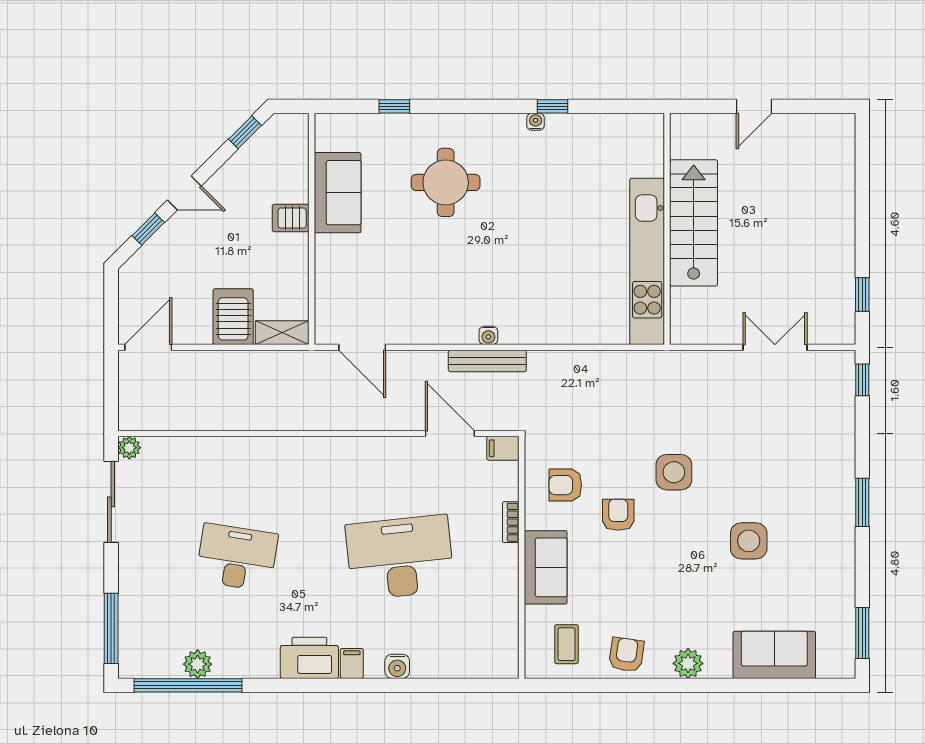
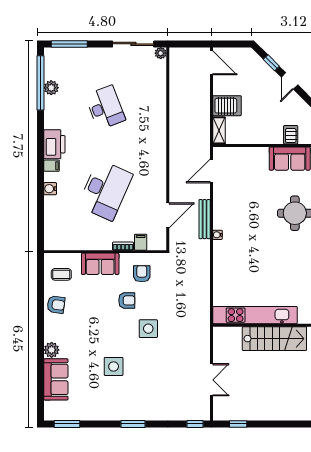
server rack: (291, 218) -> (291, 135), moved
bench: (487, 361) -> (205, 219), moved
filing cabinet: (503, 448) -> (141, 242), moved
desk: (237, 557) -> (105, 108), turned -30
desk: (400, 557) -> (105, 190), turned 30
plant: (688, 663) -> (52, 350), moved

